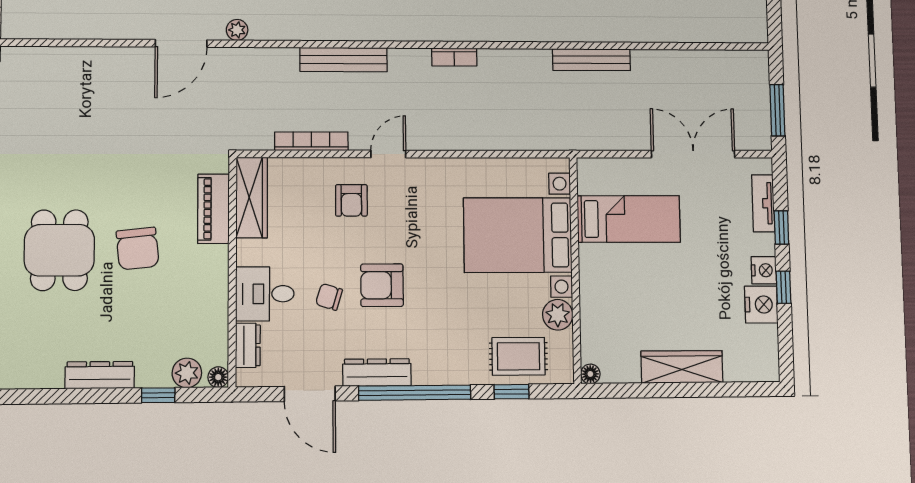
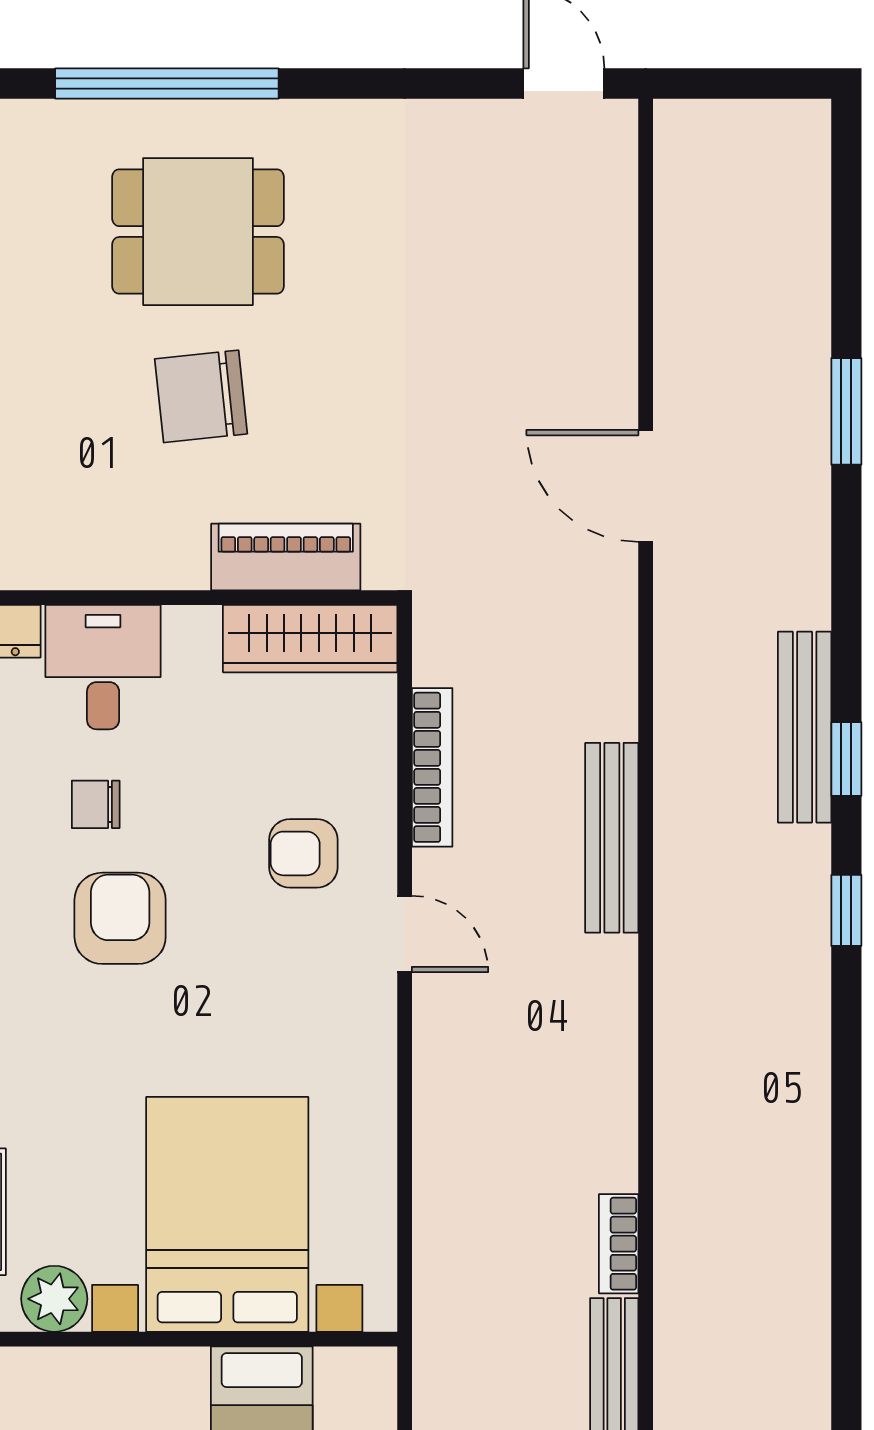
plant: (237, 30) -> (676, 606), removed
bookcase: (454, 57) -> (619, 1244), moved
chair: (329, 297) -> (96, 804), turned -107

